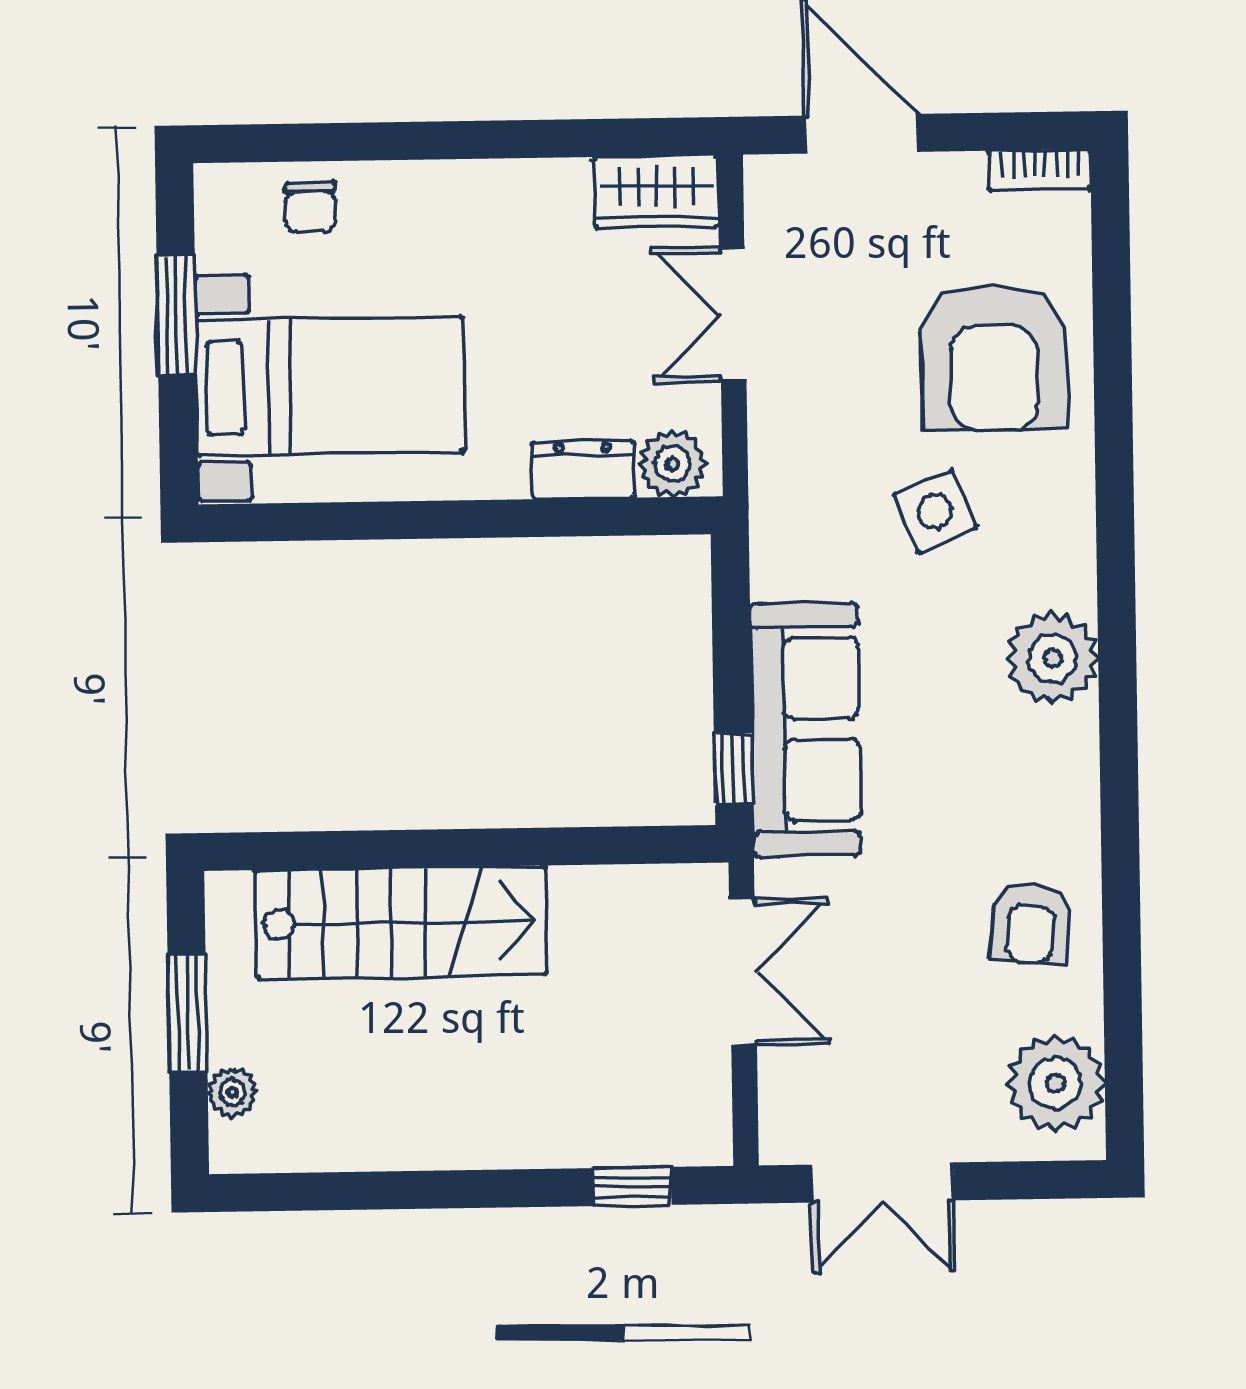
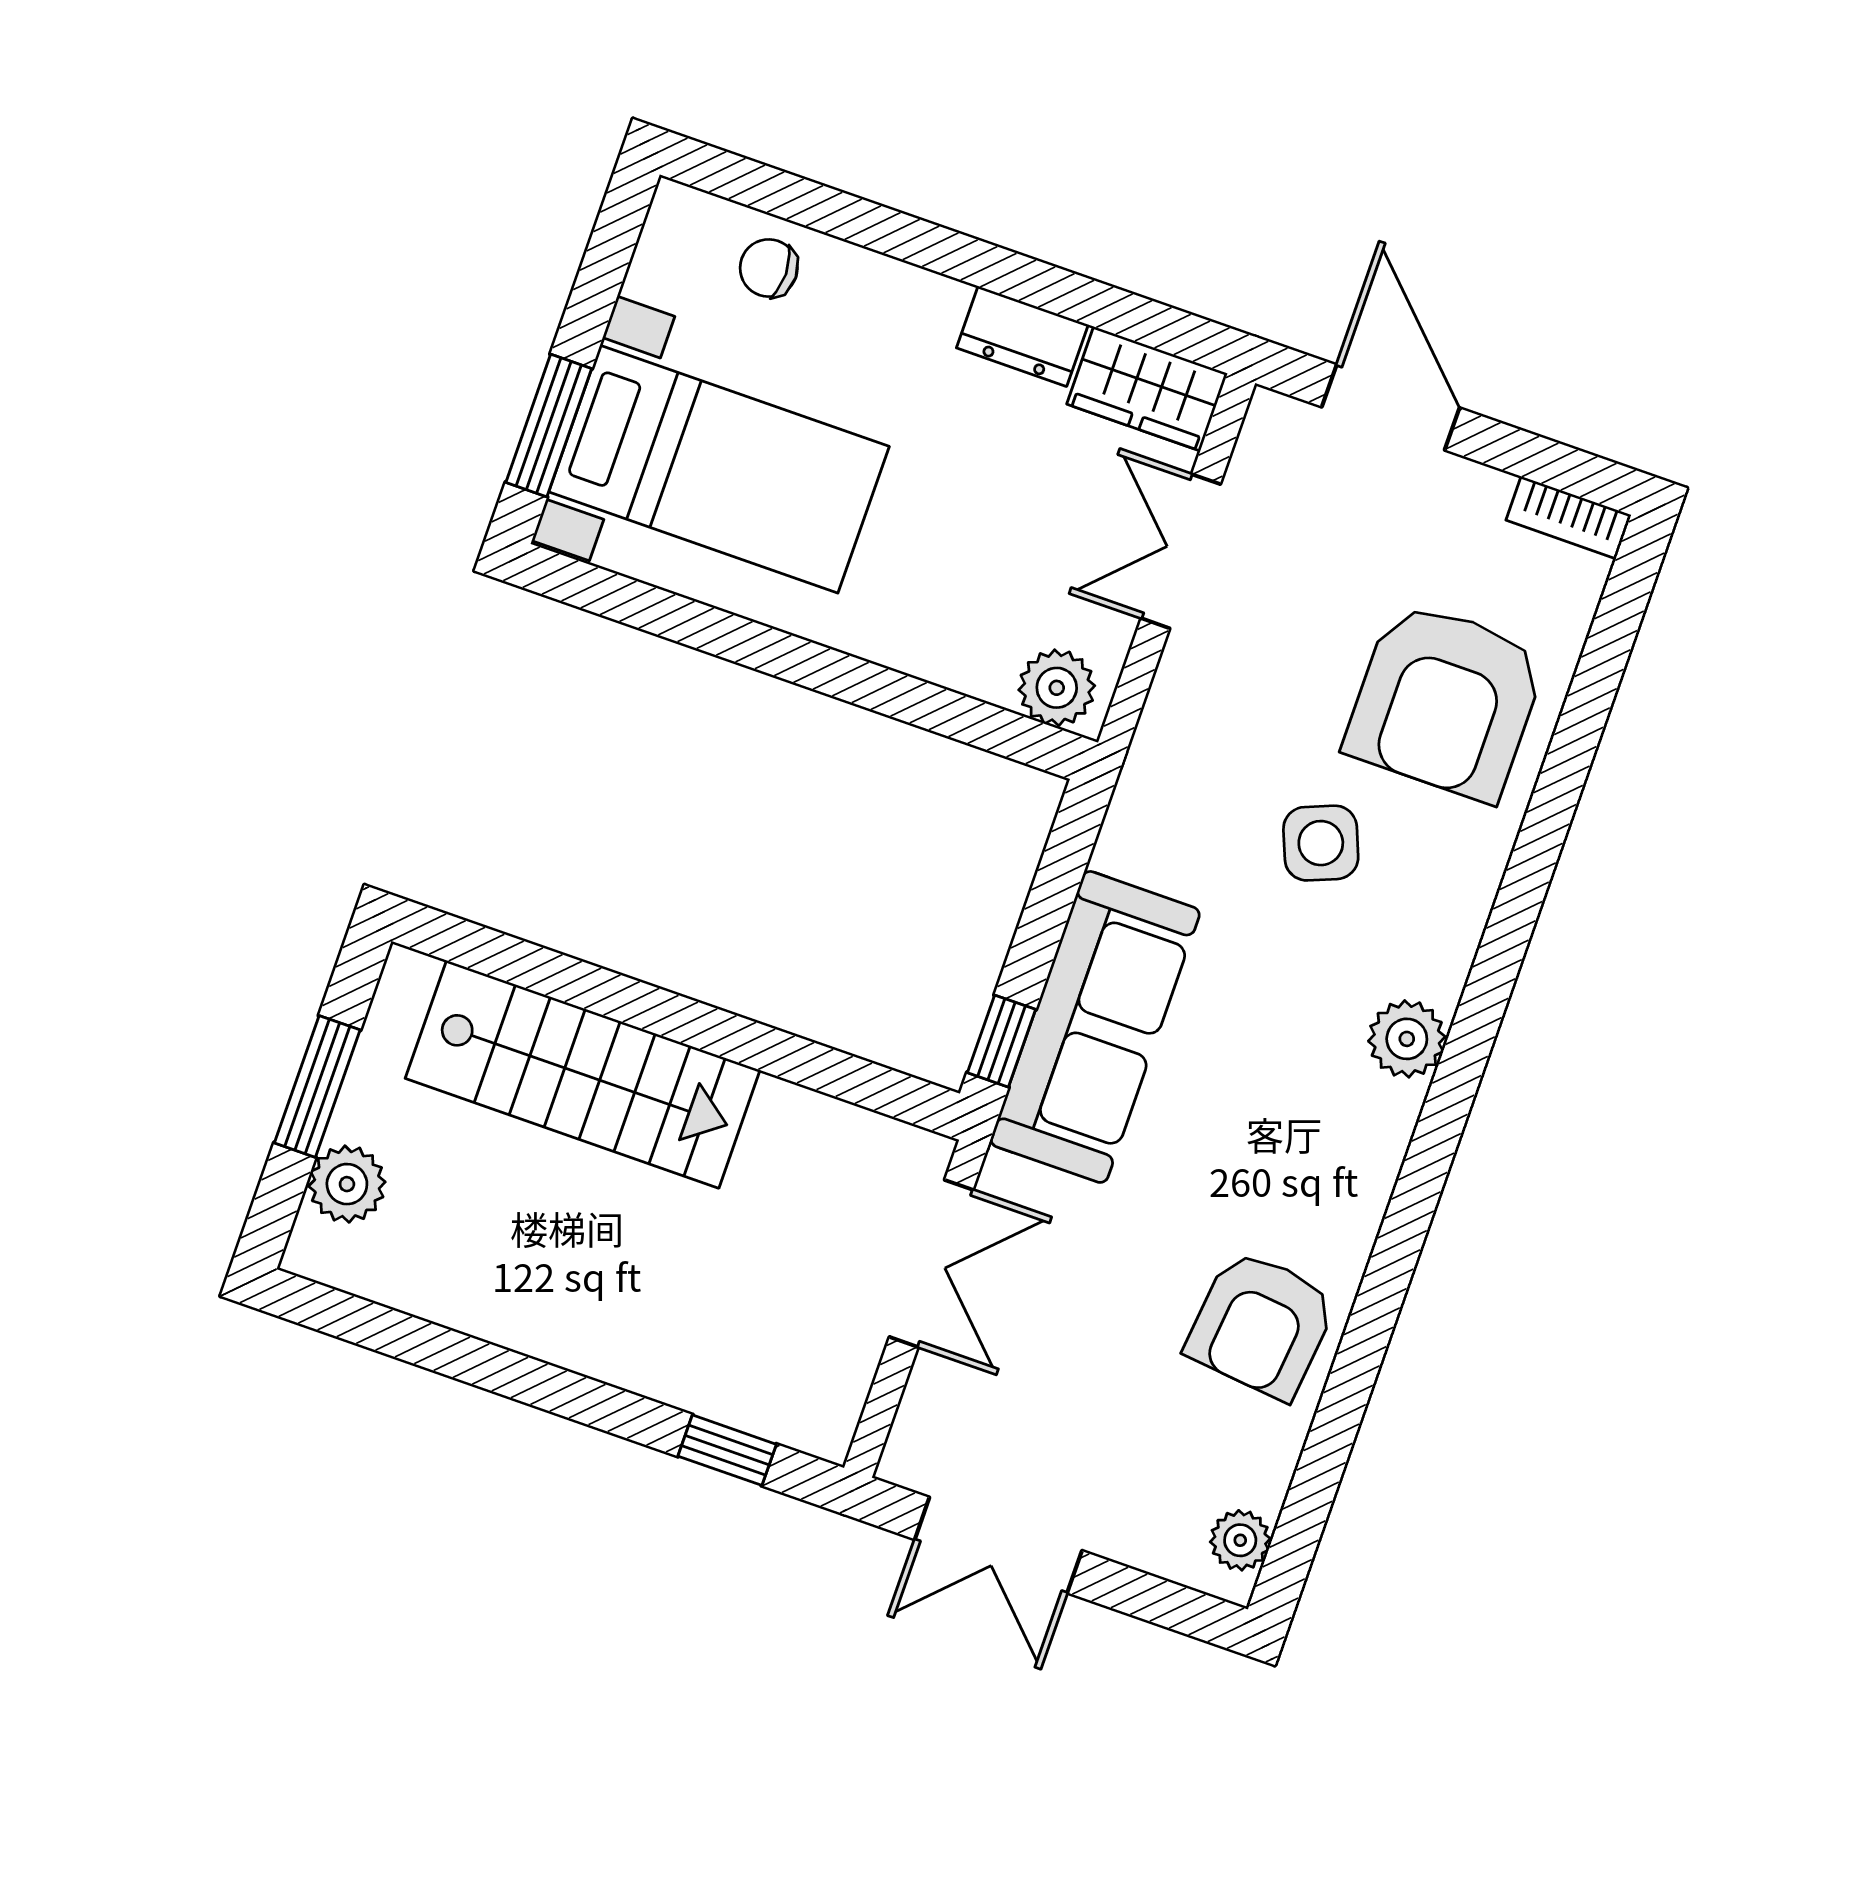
chair: (310, 207) -> (769, 268), turned 90
window: (177, 315) -> (549, 425), moved
dresser: (583, 470) -> (1022, 336), moved, turned 180
plant: (1052, 658) -> (1407, 1039), width x0.73, depth x0.73
armchair: (1031, 923) -> (1261, 1325), width x1.38, depth x1.38
plant: (1056, 1083) -> (1240, 1540), width x0.53, depth x0.53
plant: (232, 1093) -> (347, 1184), width x1.38, depth x1.38

